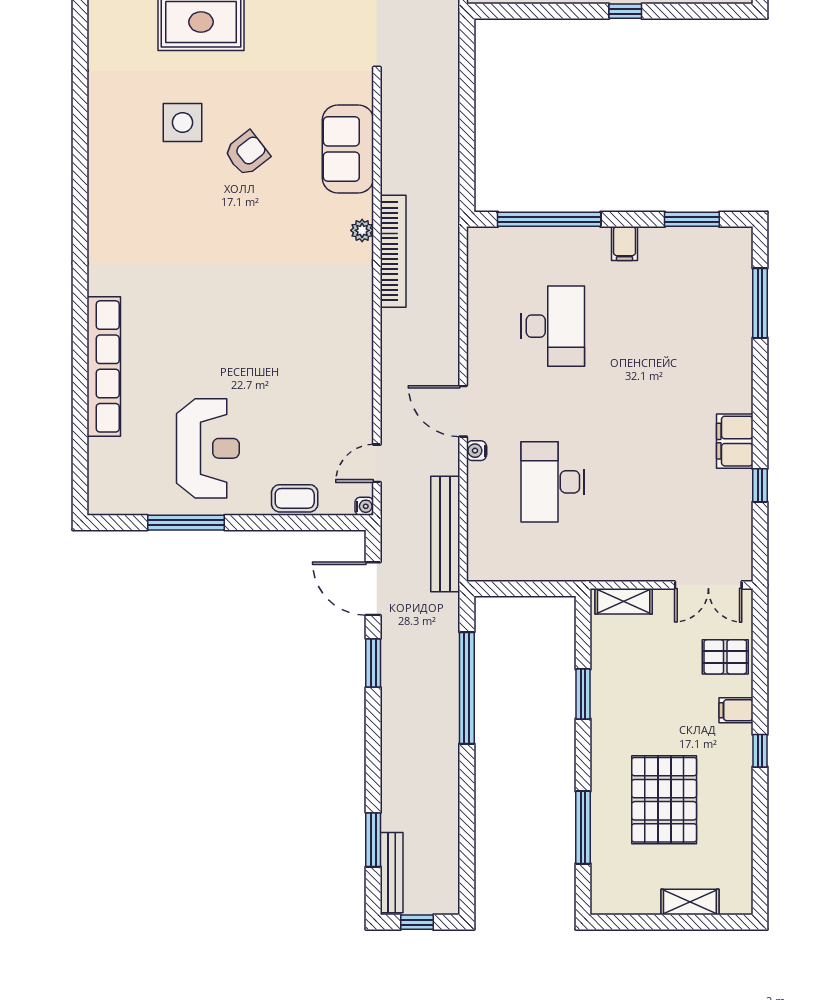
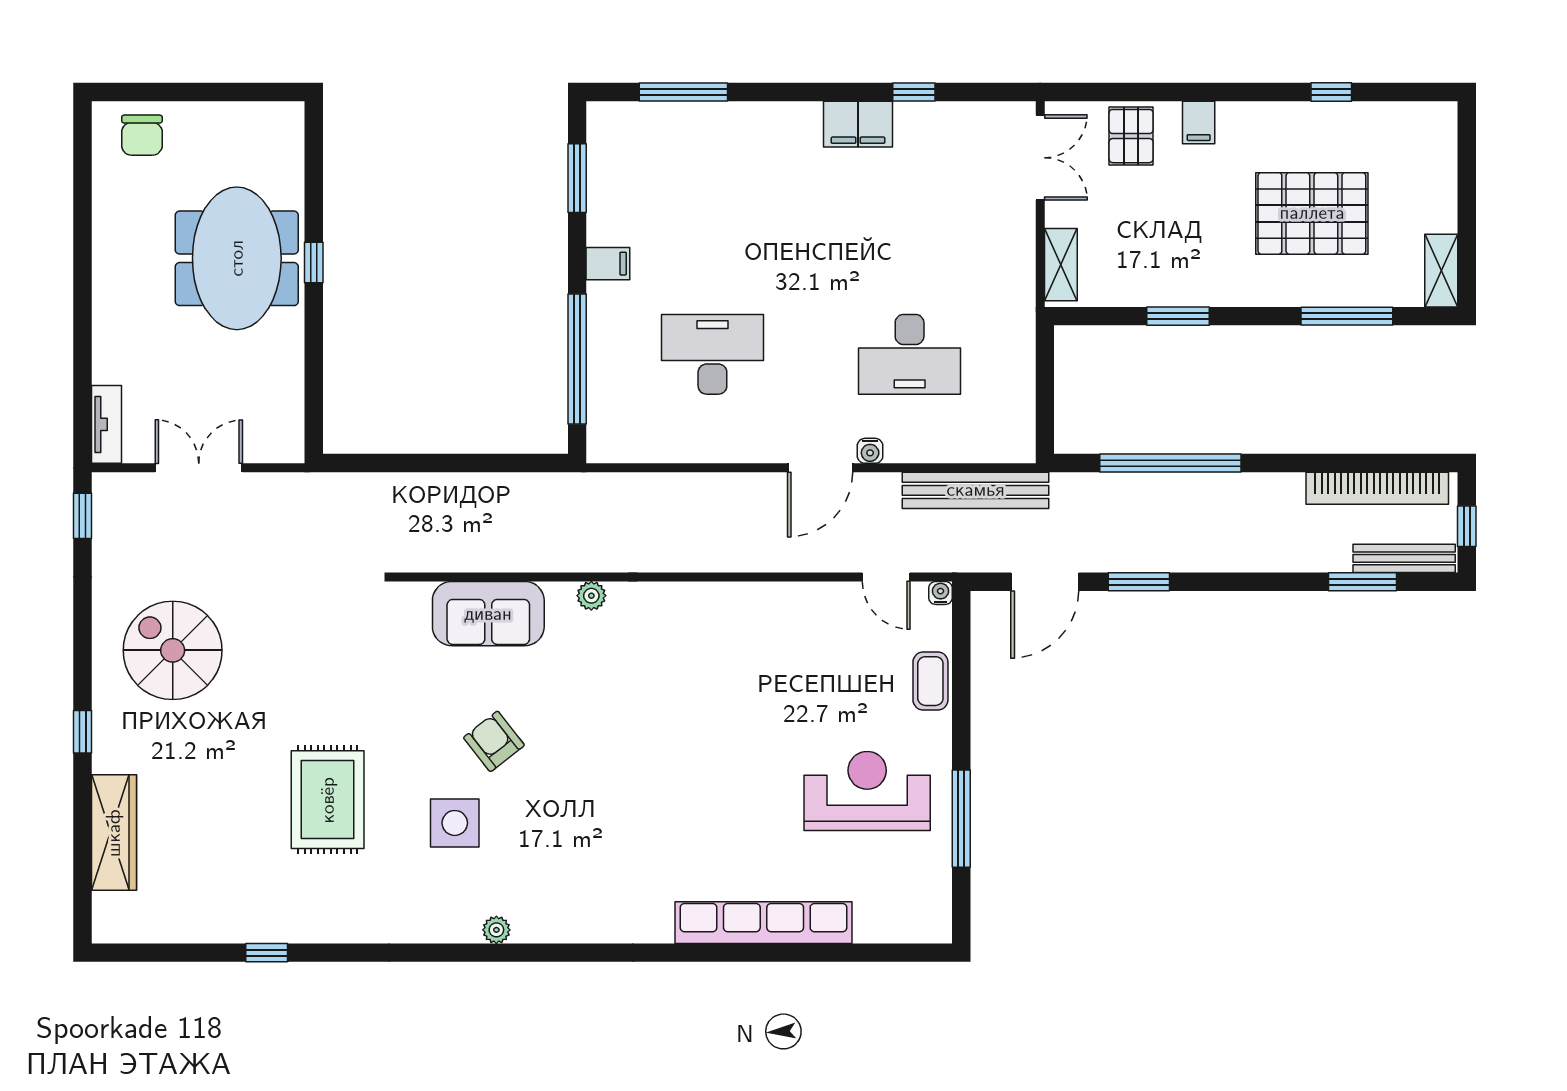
plant: (98, 155) -> (496, 930), added
bookcase: (393, 251) -> (1377, 488), moved, turned 180
window: (760, 751) -> (1331, 92), moved
shelving: (690, 902) -> (1441, 271), moved

